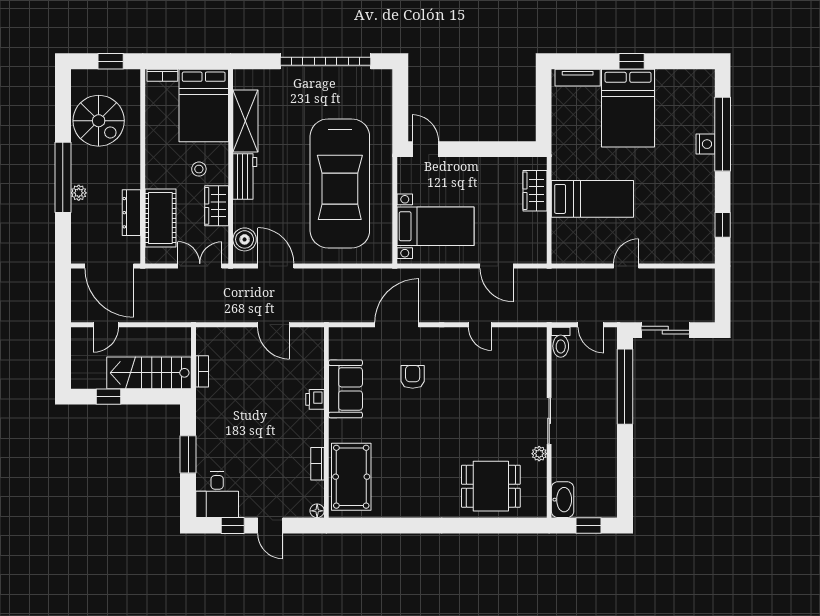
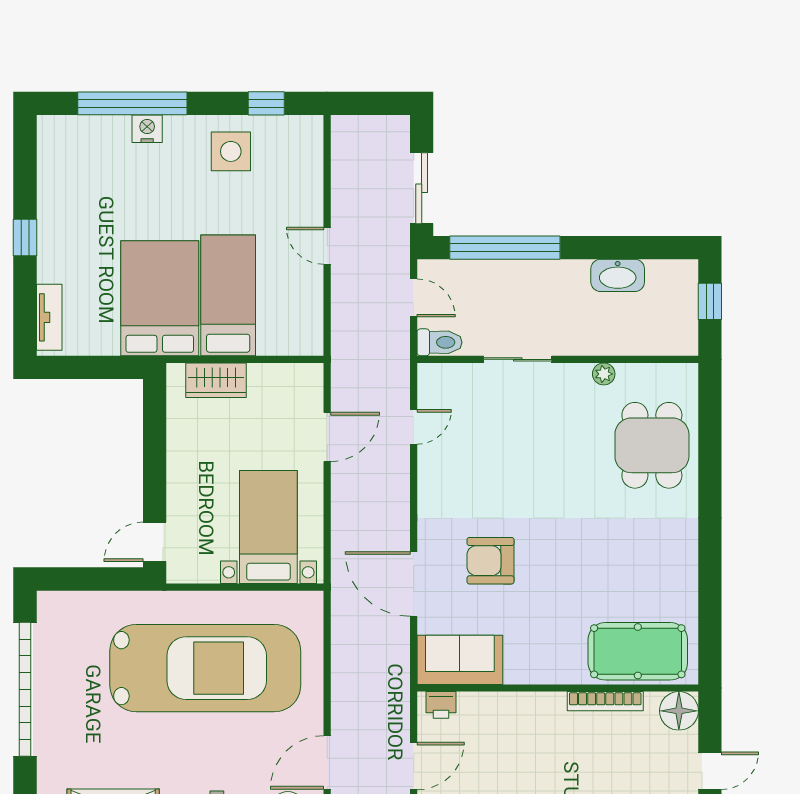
bed: (628, 108) -> (160, 298), moved, turned -90
side table: (690, 201) -> (231, 151), added
door: (480, 325) -> (414, 427), moved
door: (591, 325) -> (414, 298), hinge flipped
armchair: (413, 377) -> (491, 561), width x1.38, depth x1.38
sofa: (345, 389) -> (460, 660), moved
printer: (315, 399) -> (441, 705), moved
sliding door: (549, 421) -> (518, 359), moved
bookcase: (317, 464) -> (605, 701), width x1.56
washbasin: (563, 500) -> (618, 275), moved, turned 180
floor lamp: (317, 511) -> (679, 711), width x1.89, depth x1.89

